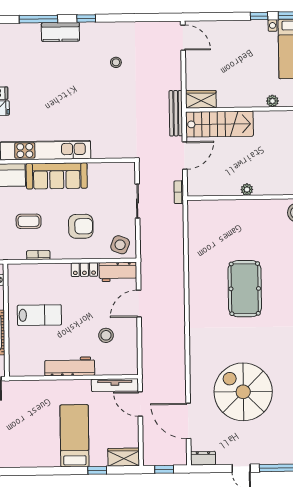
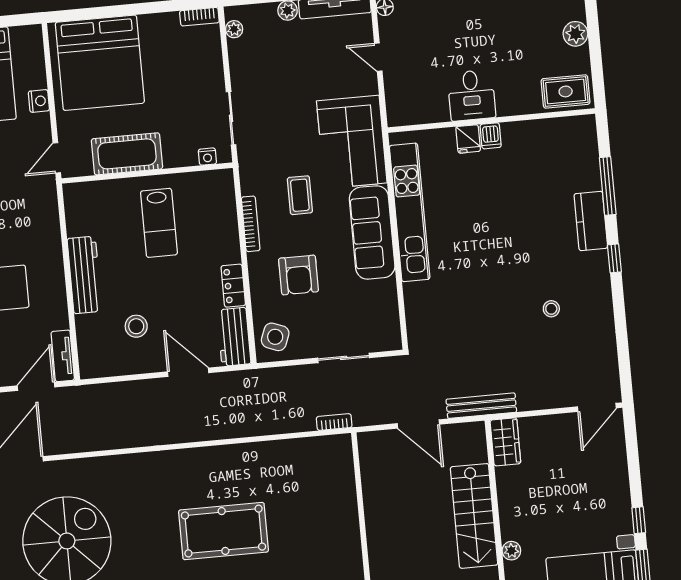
stairs: (220, 124) -> (474, 516), moved
plant: (247, 190) -> (374, 523), removed
bookcase: (179, 192) -> (334, 422), moved
bookcase: (38, 255) -> (251, 224), width x1.56
tv unit: (115, 385) -> (63, 356), width x0.71

